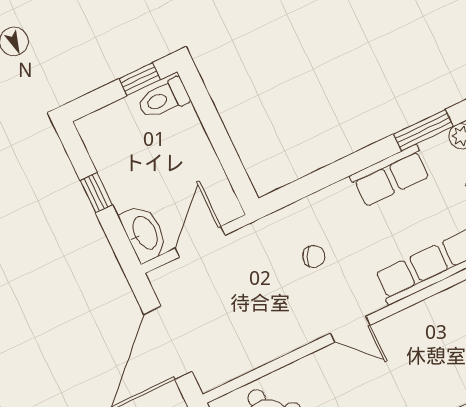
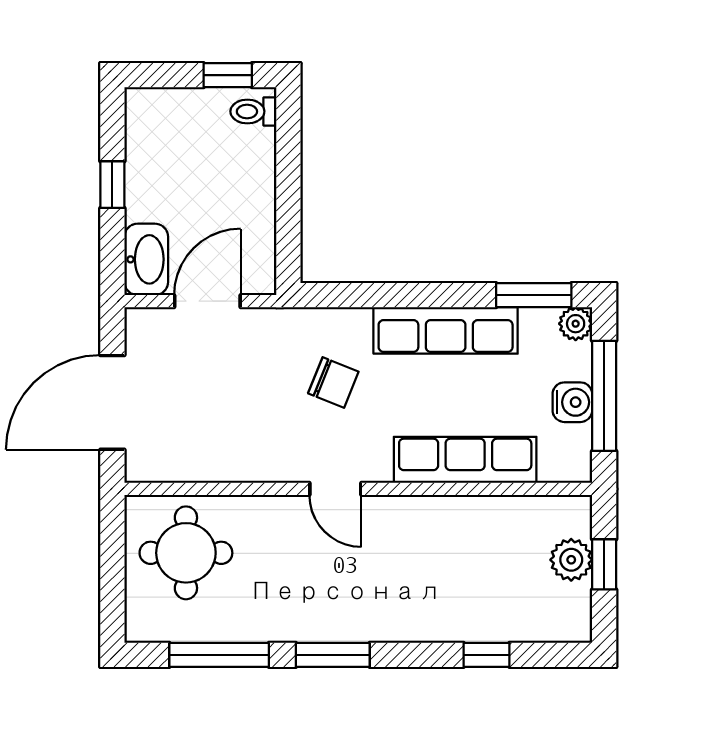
toilet: (163, 99) -> (253, 111), width x0.73, depth x0.72
row of seats: (390, 176) -> (446, 330), width x1.48
chair: (314, 256) -> (333, 383), width x1.37, depth x1.37

